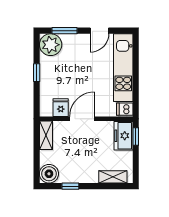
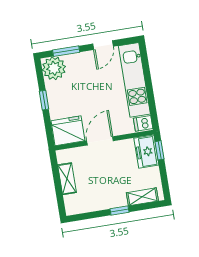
fridge: (61, 108) -> (68, 131), width x1.88, depth x1.34
shelving: (46, 135) -> (67, 179), moved
boiler: (49, 174) -> (74, 205), removed
window: (70, 186) -> (119, 211), moved

